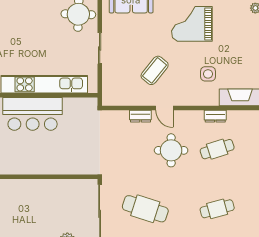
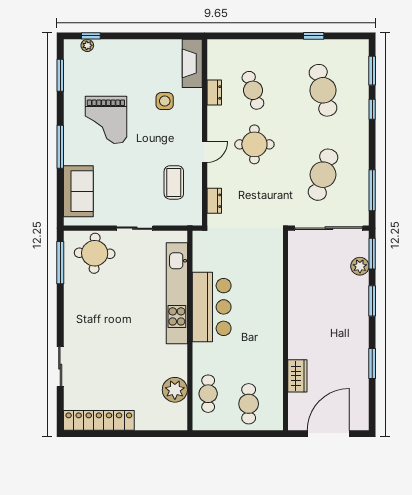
coffee table: (155, 70) -> (174, 182), moved, turned 51
dresser: (140, 116) -> (214, 201), moved
cafe table: (217, 209) -> (323, 90), width x1.37, depth x1.35

